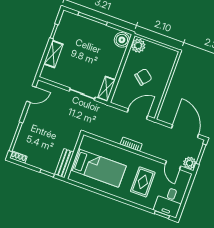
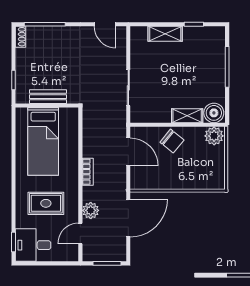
chair: (143, 77) -> (172, 141), moved
shelving: (106, 89) -> (187, 116), moved
door: (137, 114) -> (128, 152), moved
door: (185, 131) -> (128, 218), moved
bench: (64, 163) -> (48, 97), moved
plant: (190, 163) -> (91, 210), moved

